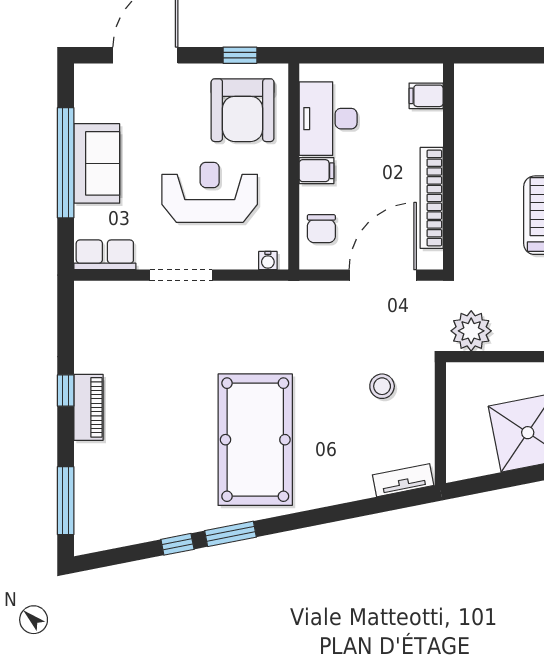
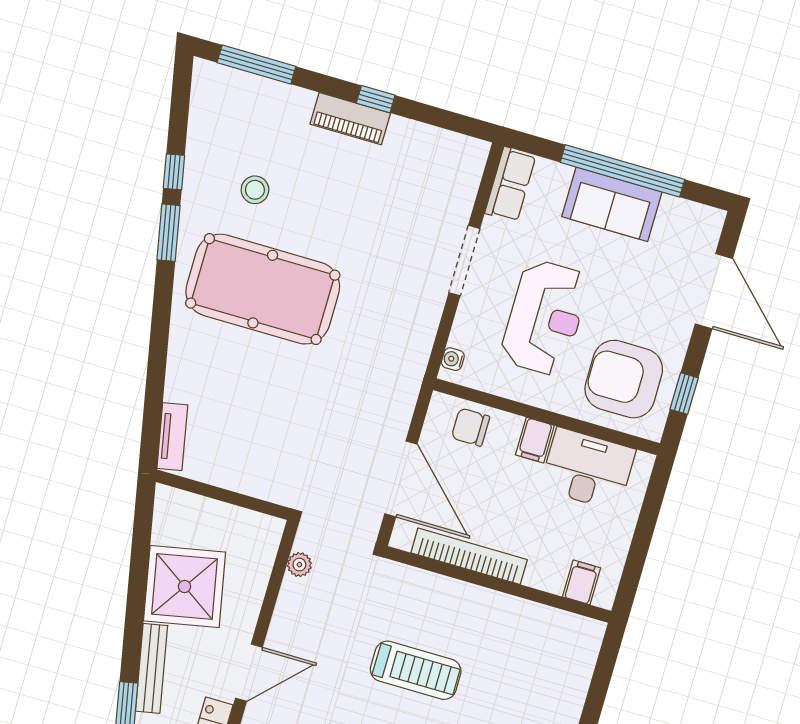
plant: (471, 331) -> (299, 565), width x0.53, depth x0.53
stool: (382, 386) -> (255, 190), moved

